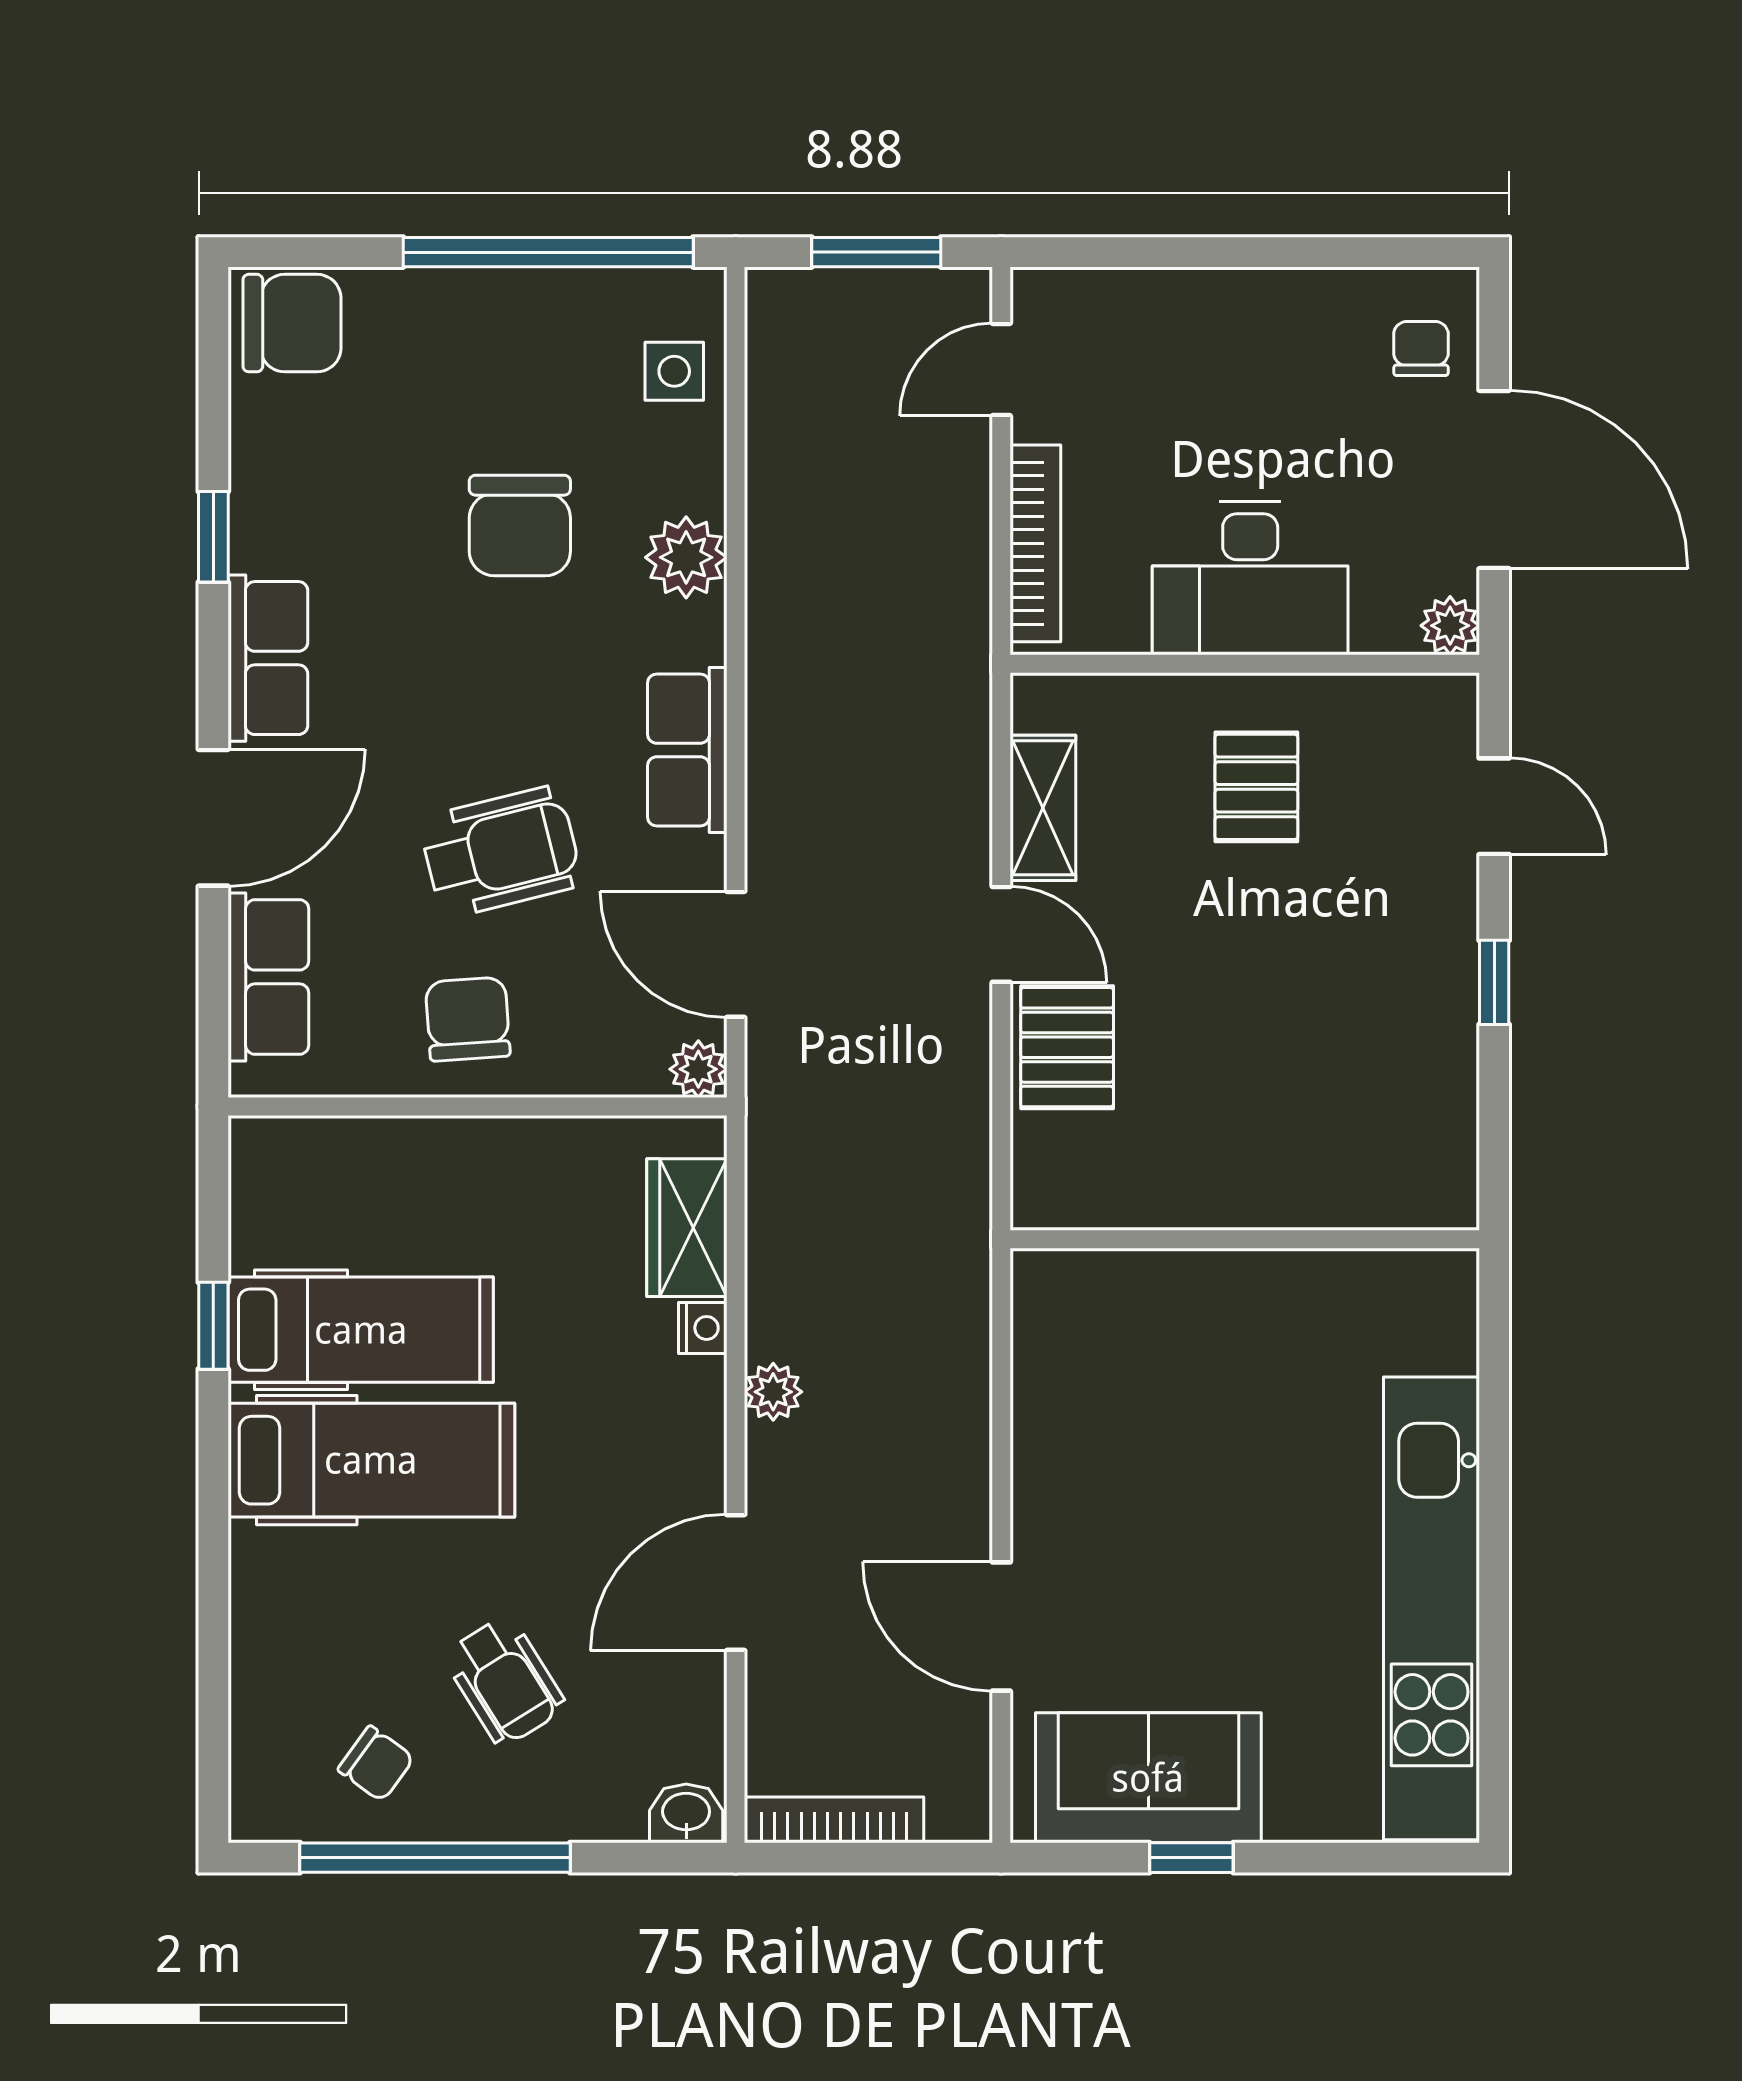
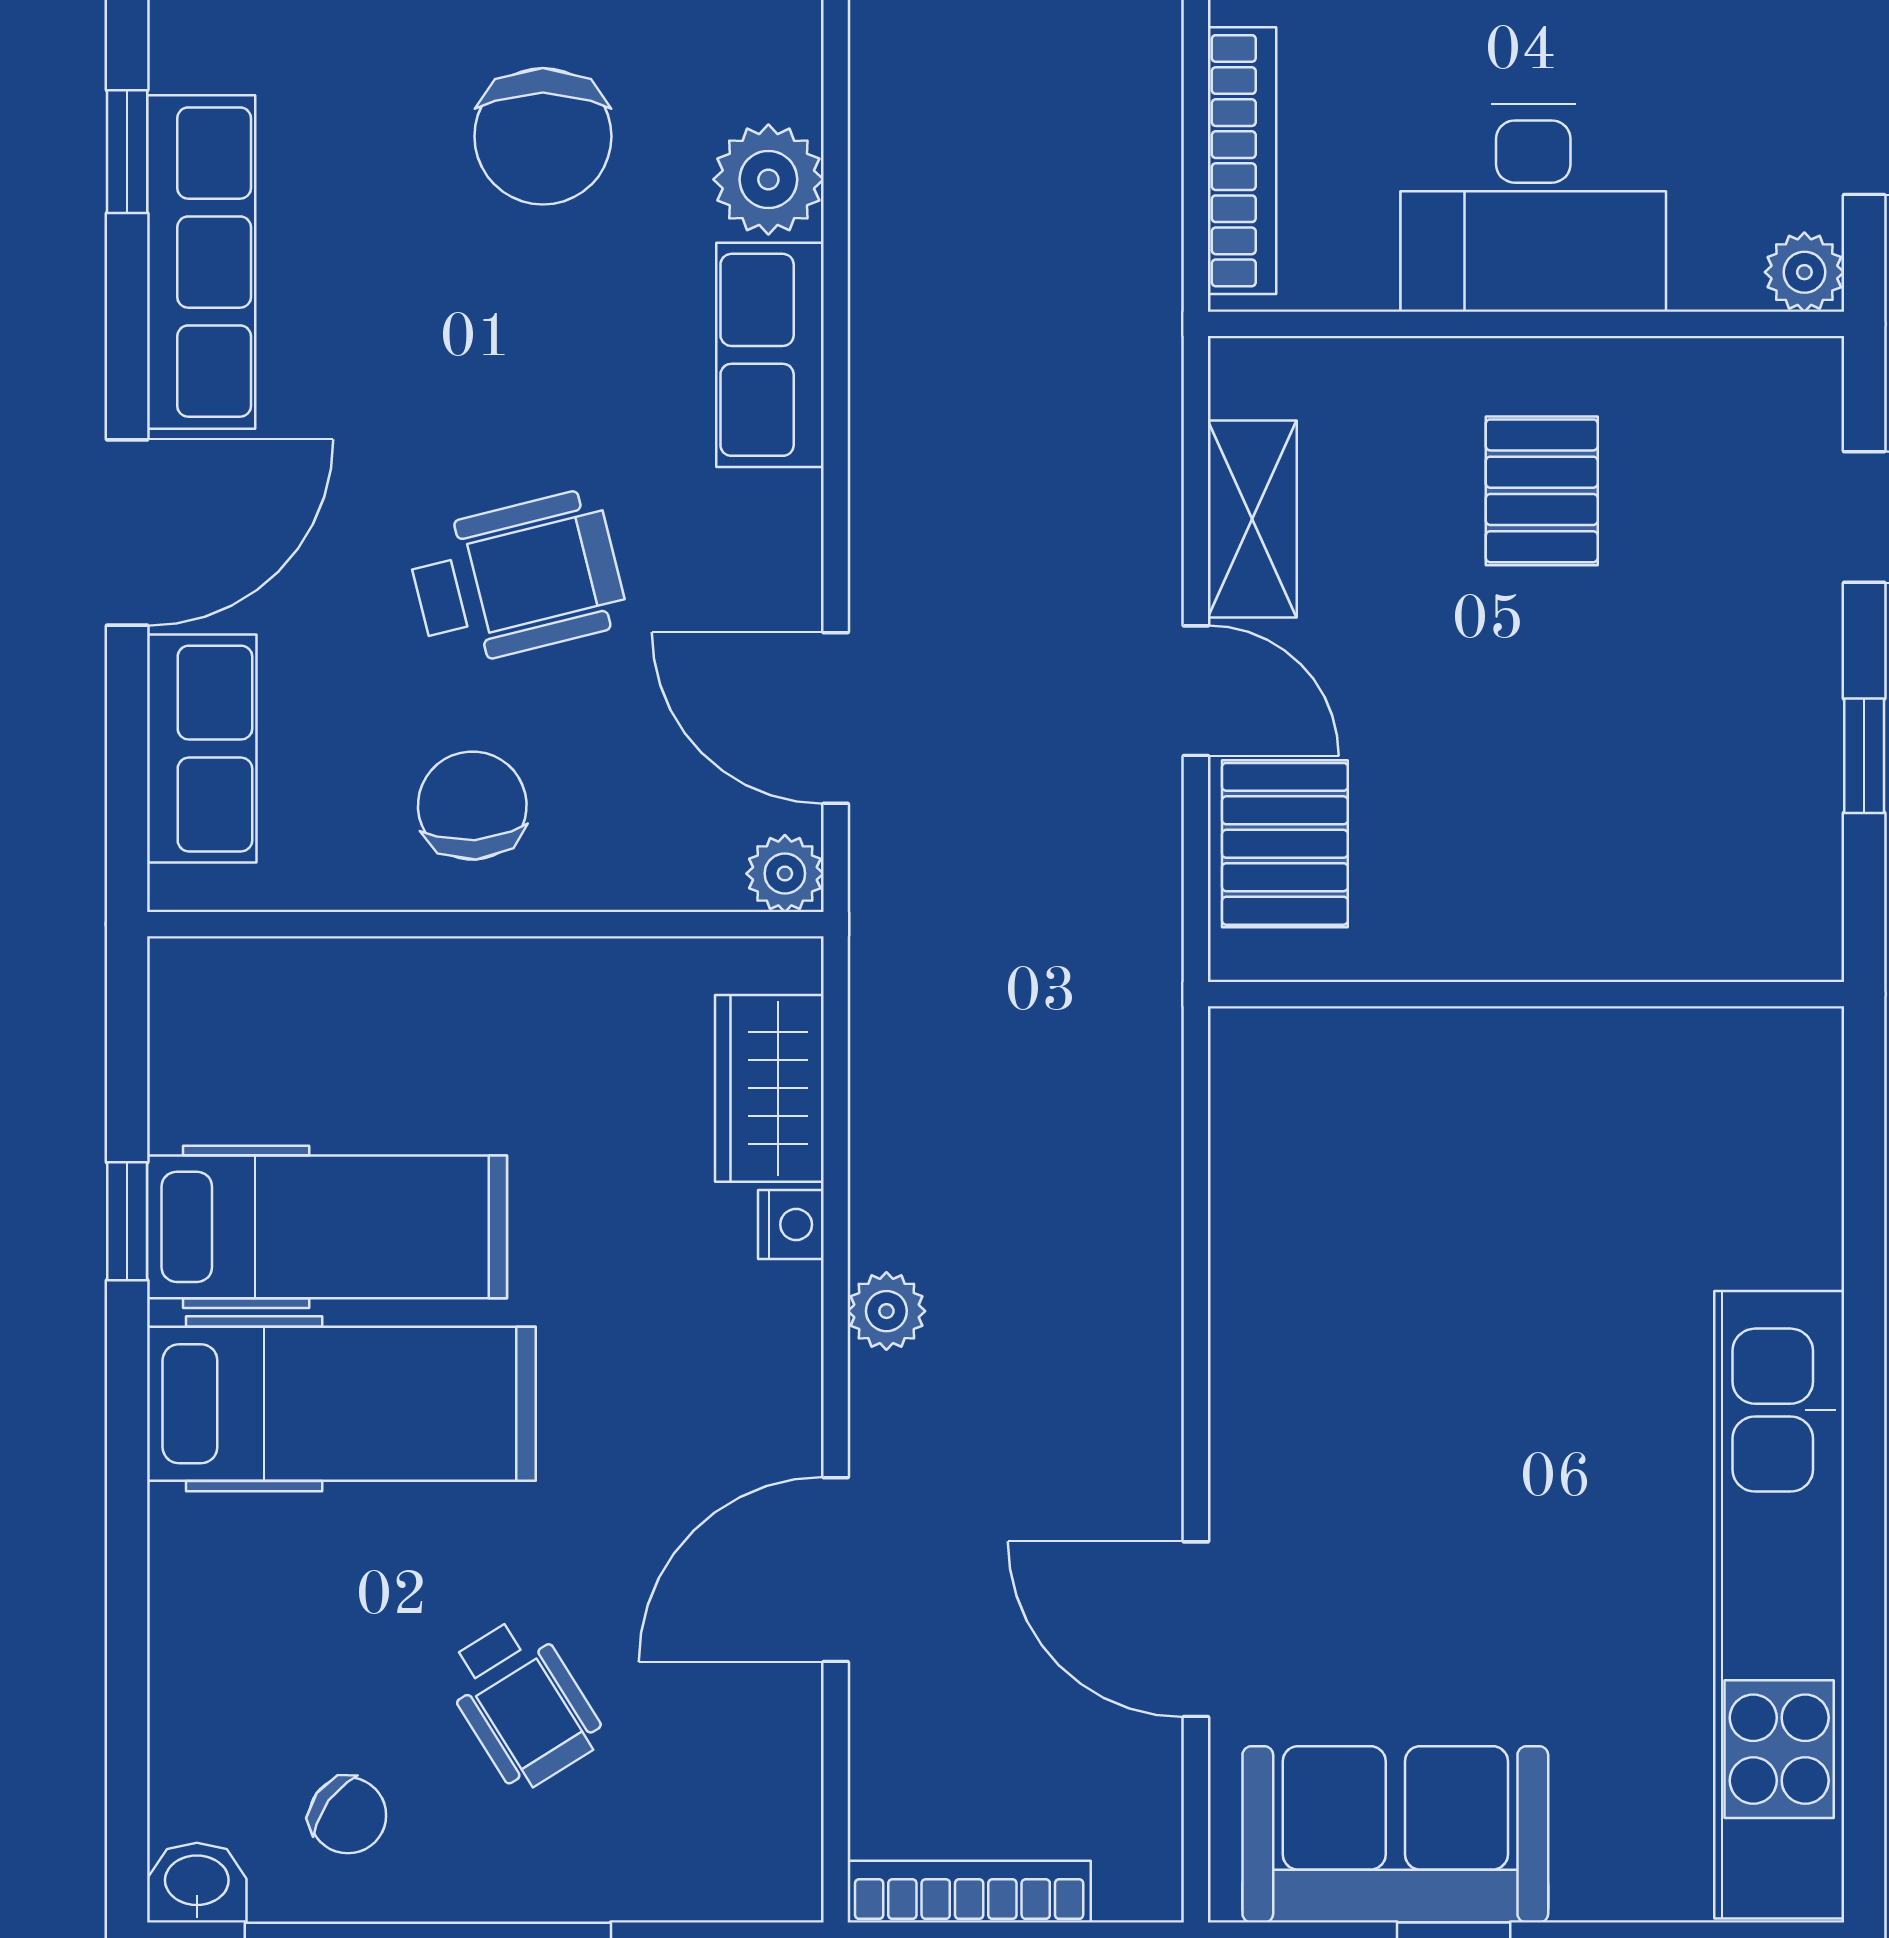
row of seats: (268, 658) -> (201, 262), width x1.48
row of seats: (687, 750) -> (770, 355), moved
wall: (1245, 1239) -> (1526, 994), moved
washbasin: (686, 1813) -> (197, 1883), moved

